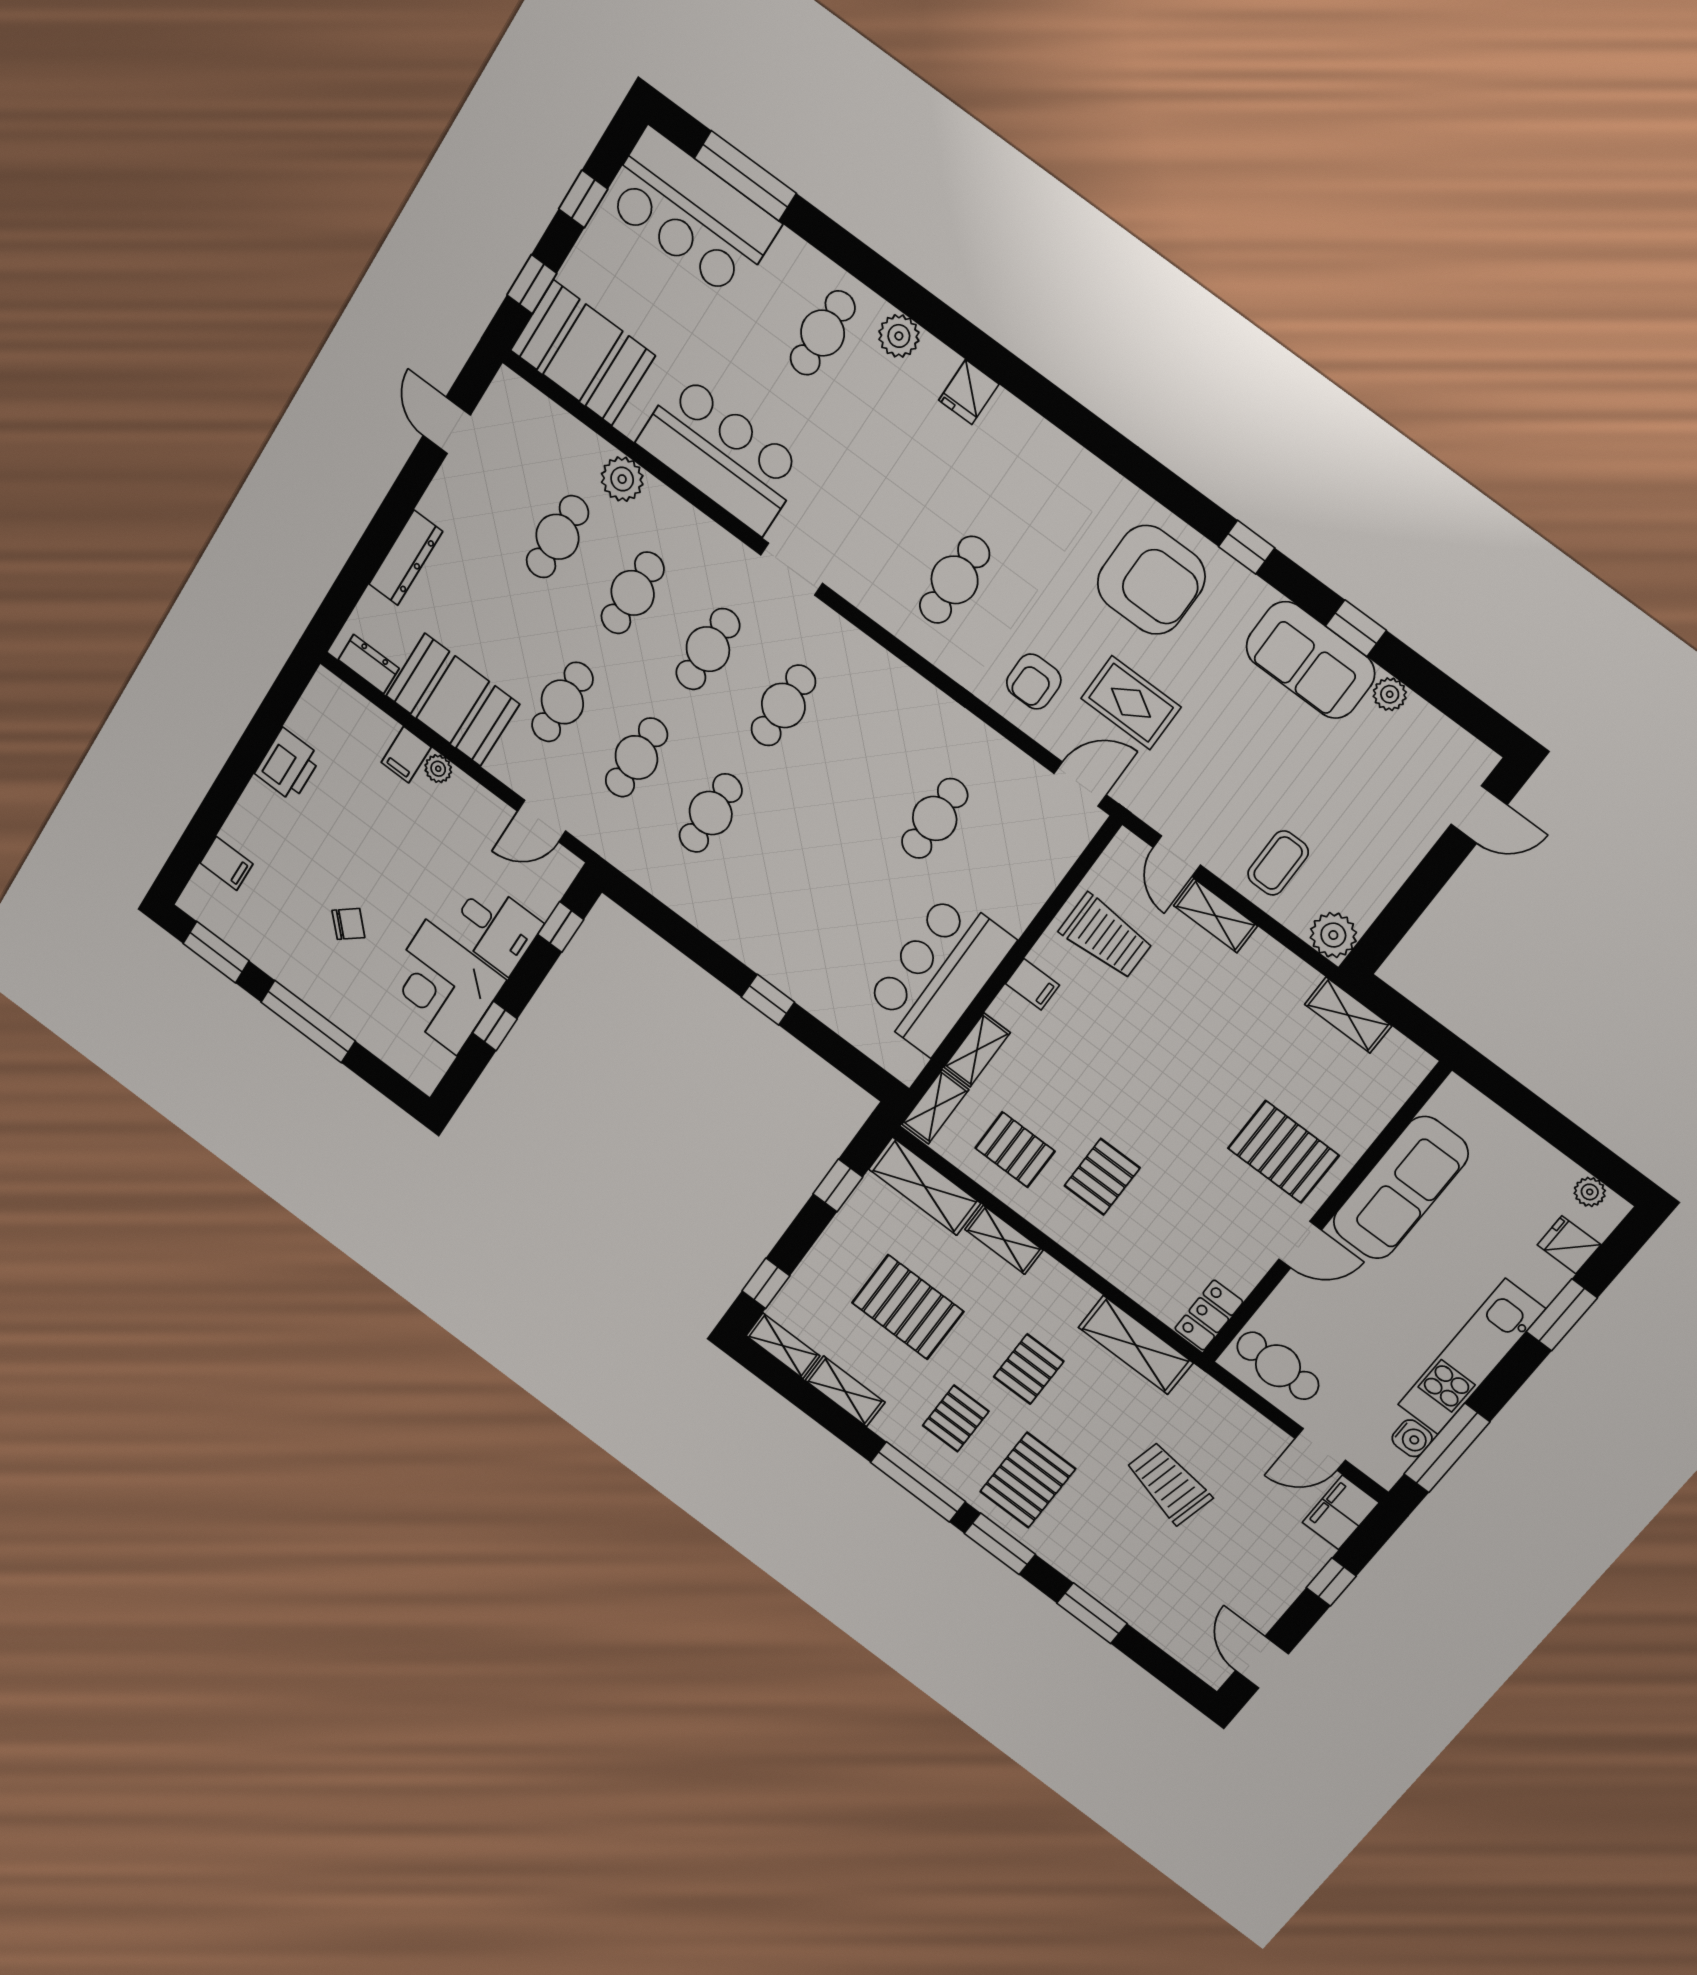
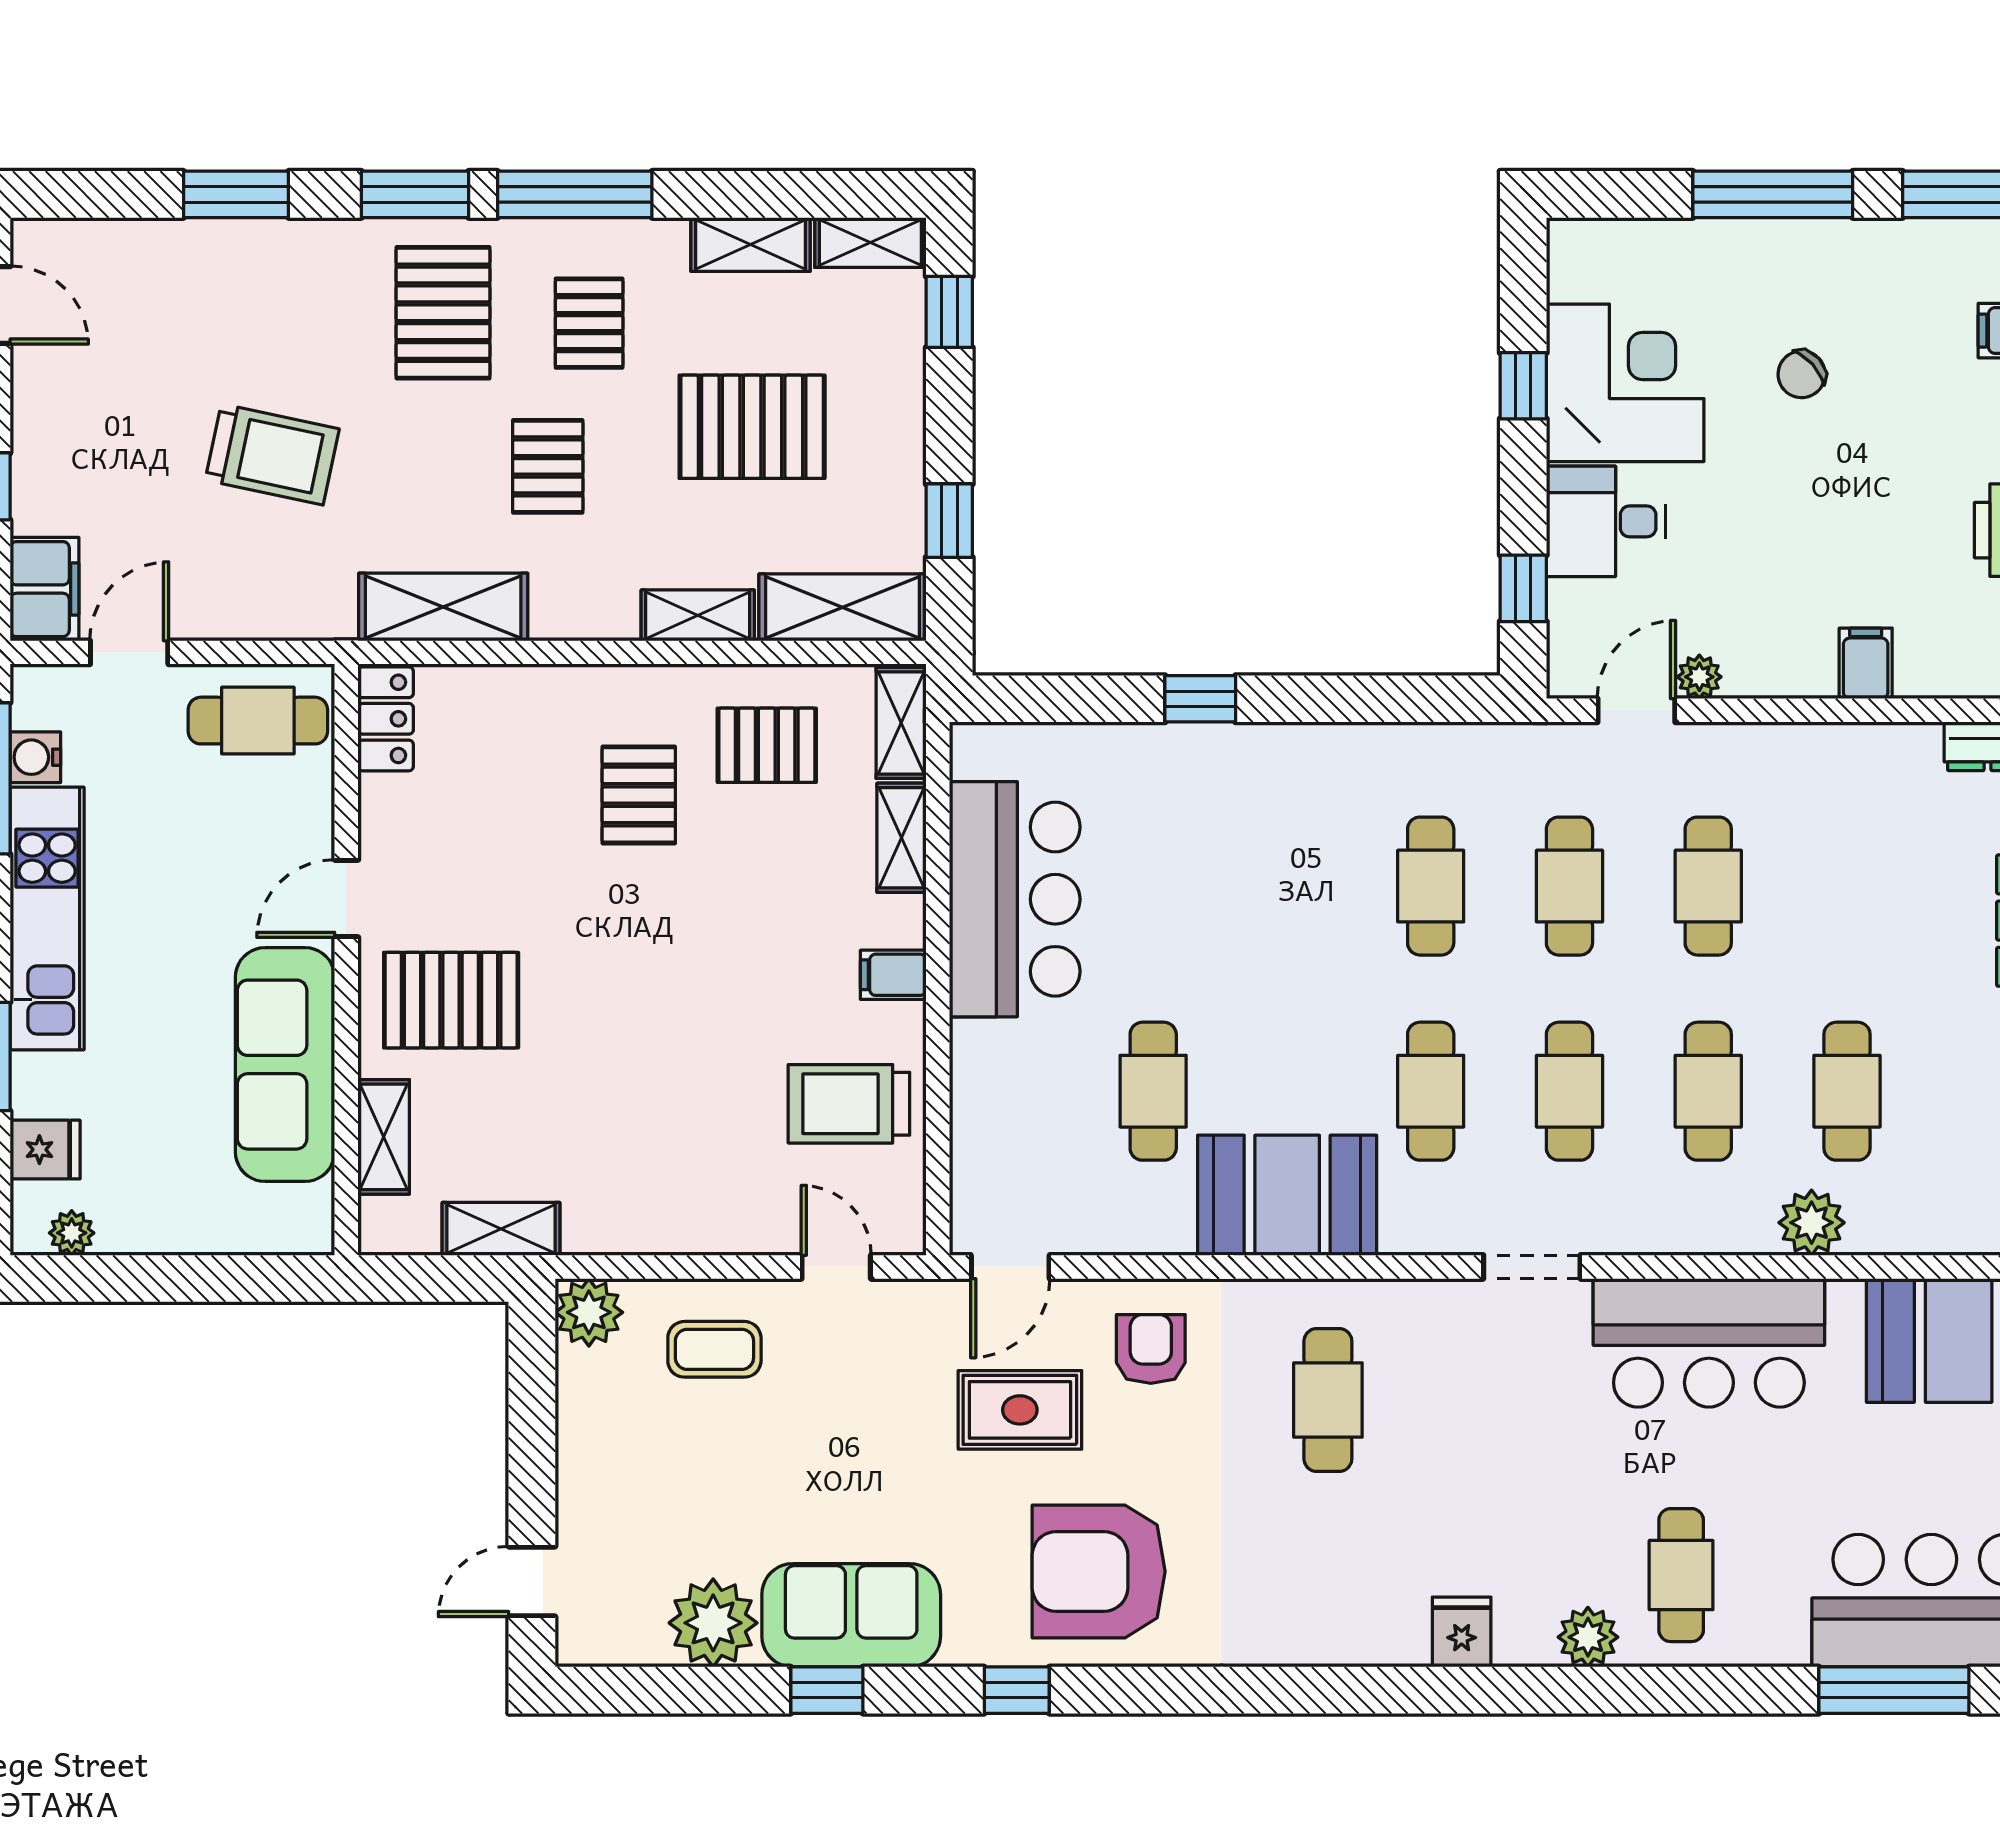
plant: (1390, 694) -> (713, 1623), width x1.88, depth x1.88
booth: (453, 700) -> (1287, 1195), moved
plant: (438, 769) -> (1699, 677), moved
coffee table: (1278, 863) -> (714, 1349), turned 90
shelving: (1215, 916) -> (384, 1137), moved, turned 90

